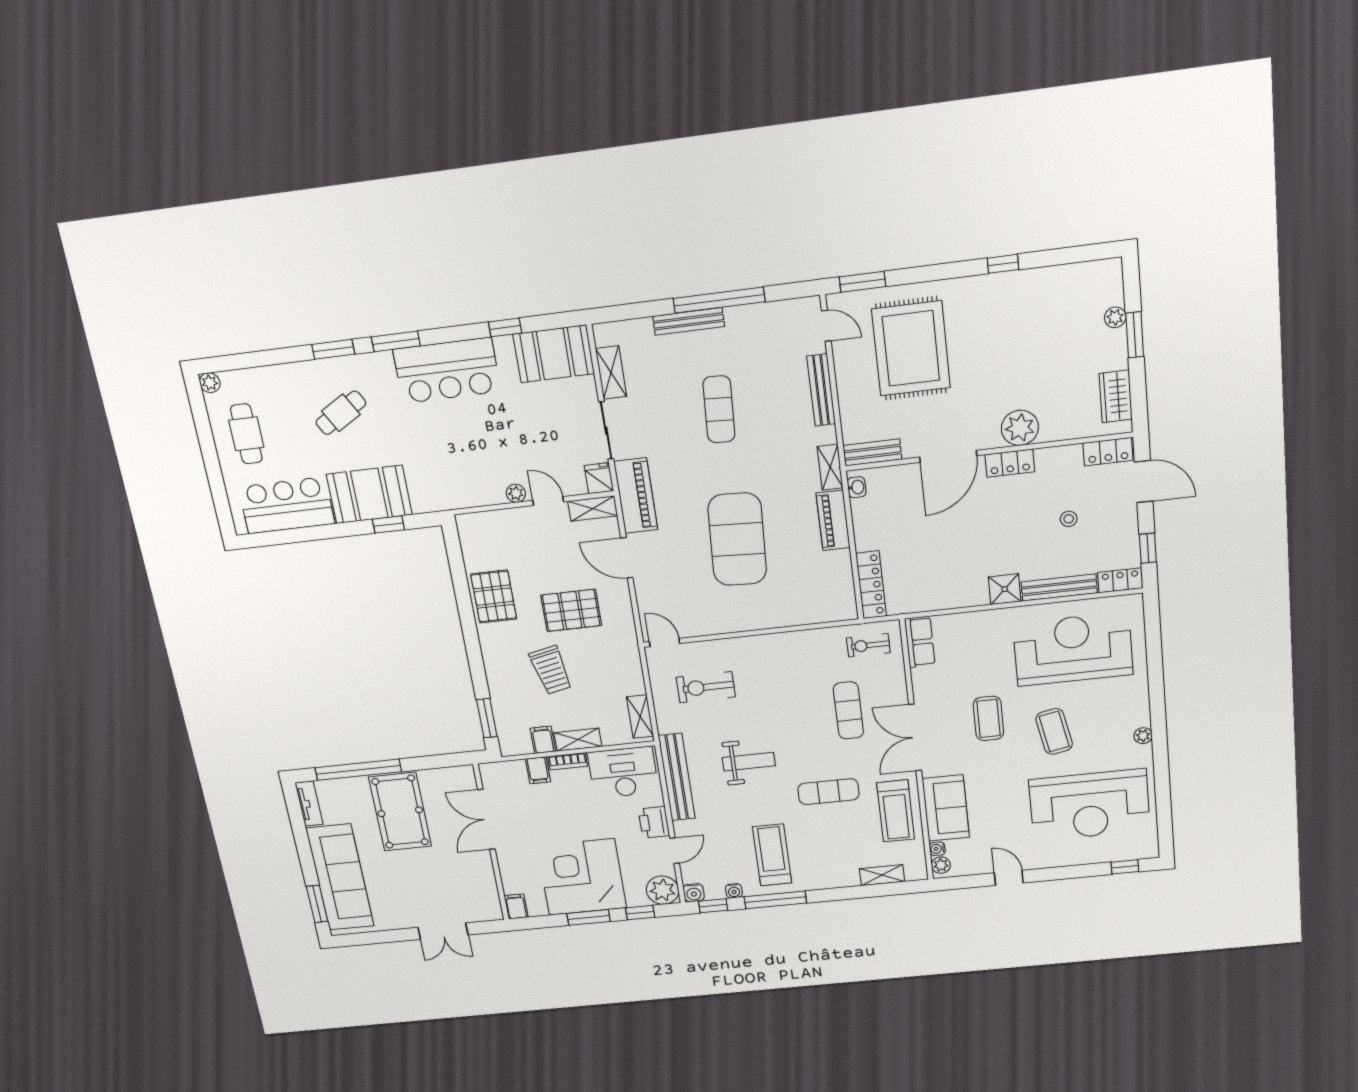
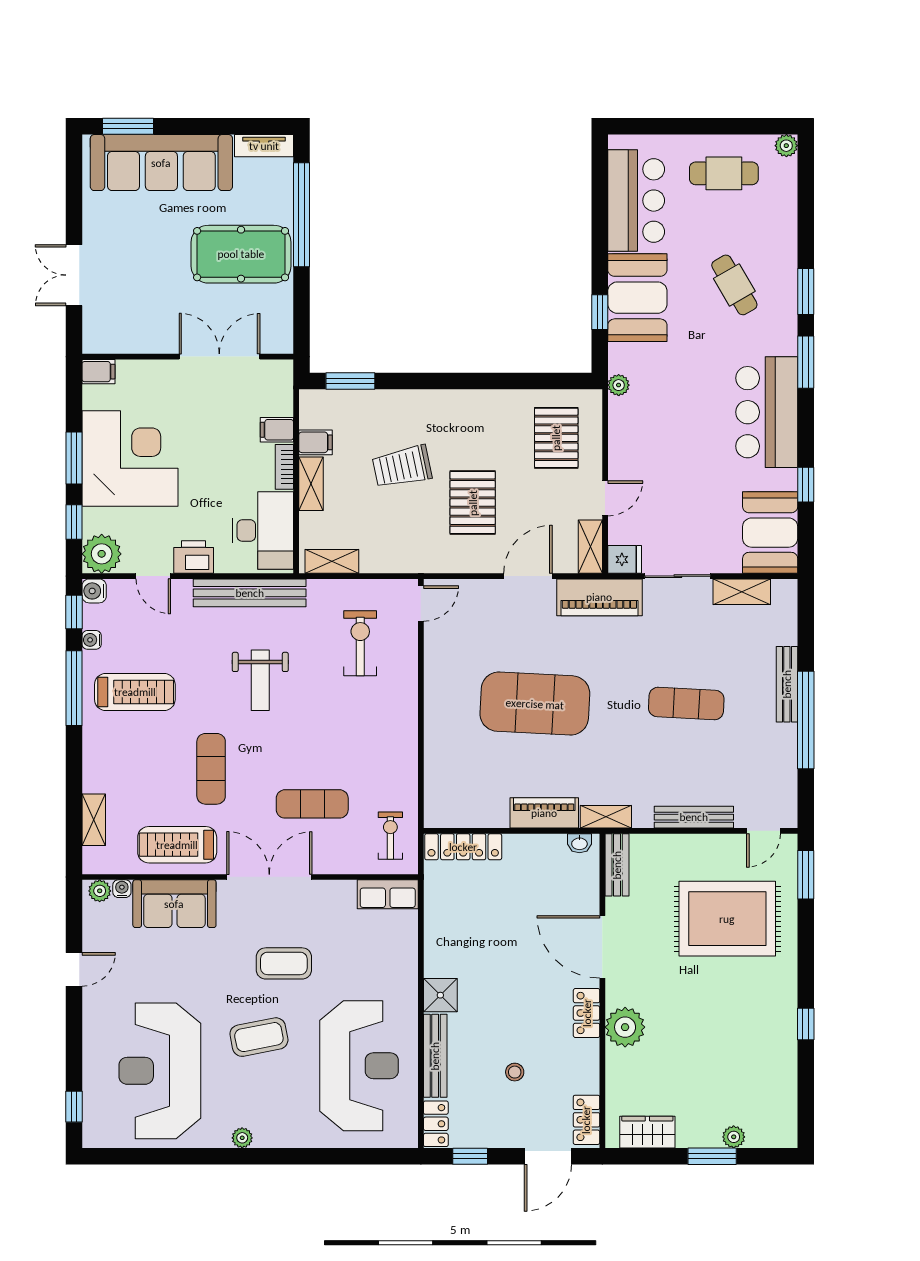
plant: (516, 493) -> (619, 385), moved
pallet: (494, 597) -> (556, 438), moved, turned 90

